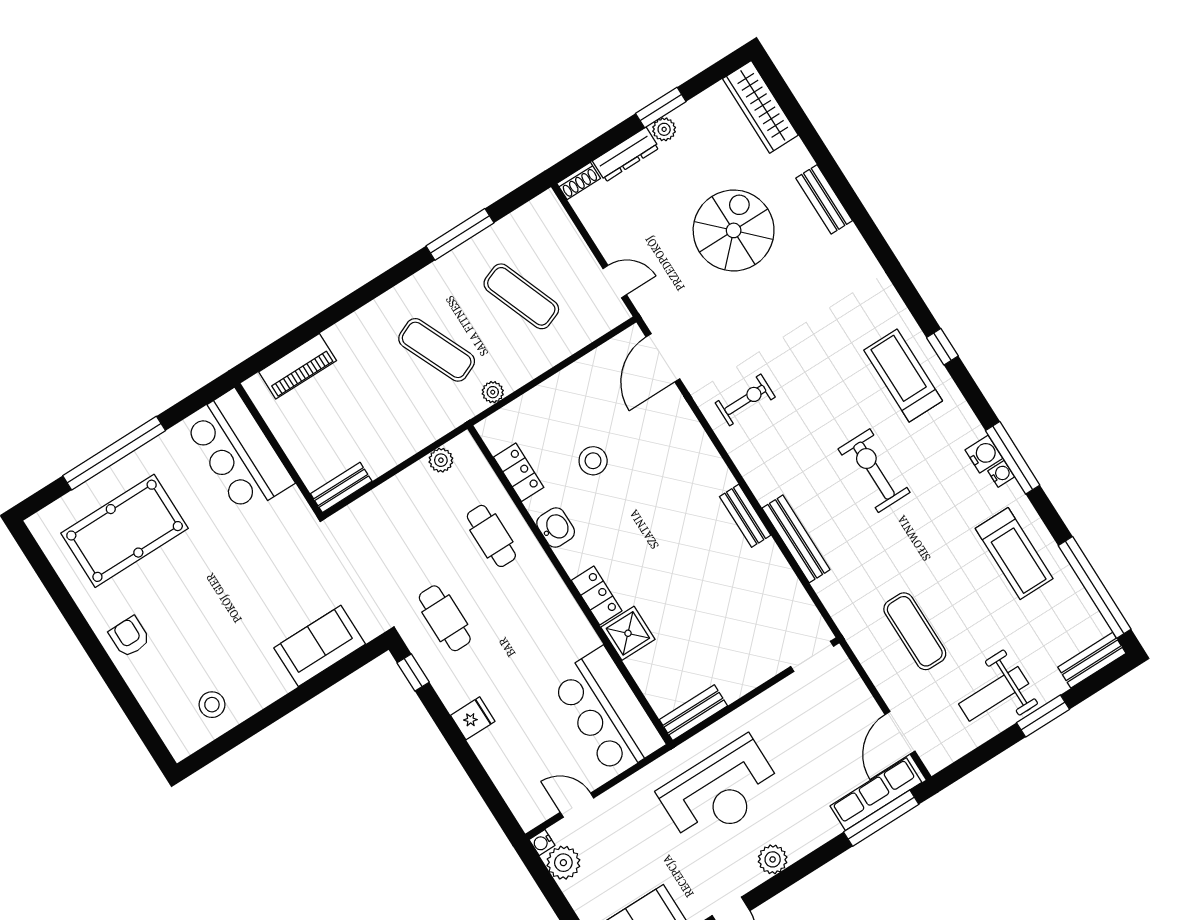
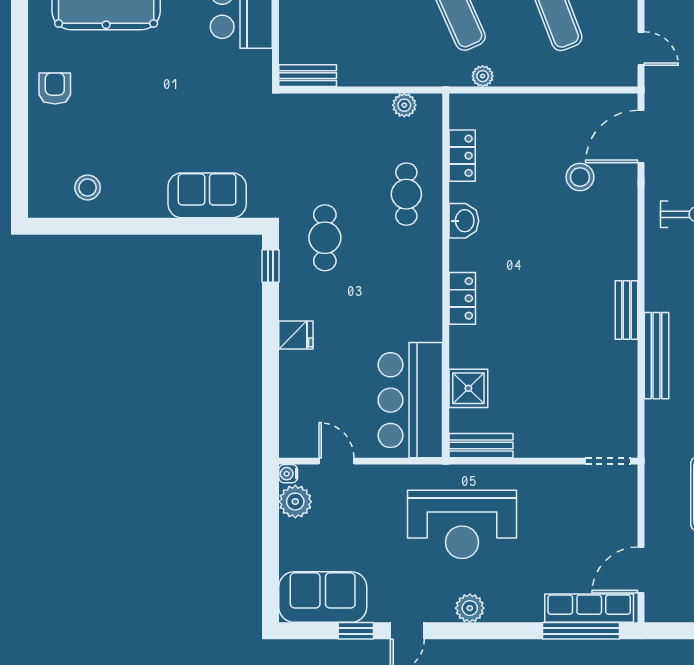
stool: (593, 461) -> (580, 177), moved
shower: (628, 633) -> (468, 388), moved

